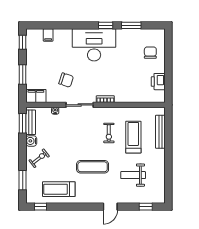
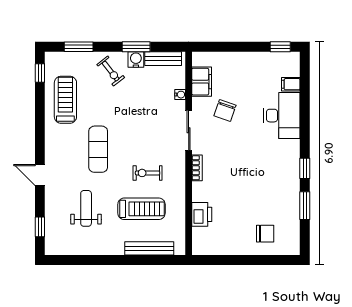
desk: (94, 45) -> (282, 116), moved, width x0.73, depth x0.77
window: (23, 75) -> (233, 47), removed
printer: (158, 82) -> (202, 214), moved, turned 90
filing cabinet: (36, 96) -> (202, 82), moved
window: (23, 123) -> (136, 47), moved

